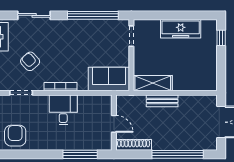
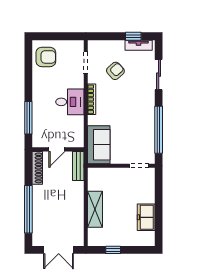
freezer: (181, 29) -> (146, 217), width x0.71
window: (221, 38) -> (113, 250), moved
shelving: (153, 83) -> (95, 209), moved
bench: (162, 101) -> (78, 166), moved

